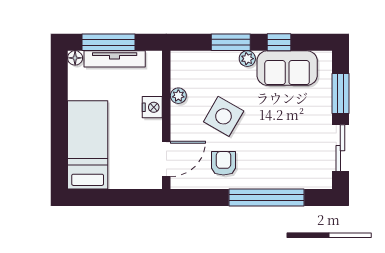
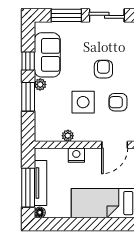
side table: (224, 116) -> (83, 102), turned -30
armchair: (268, 144) -> (103, 69), added
door: (166, 159) -> (115, 145), swing flipped

